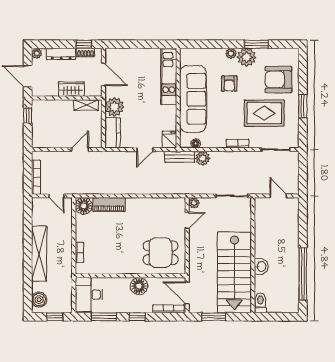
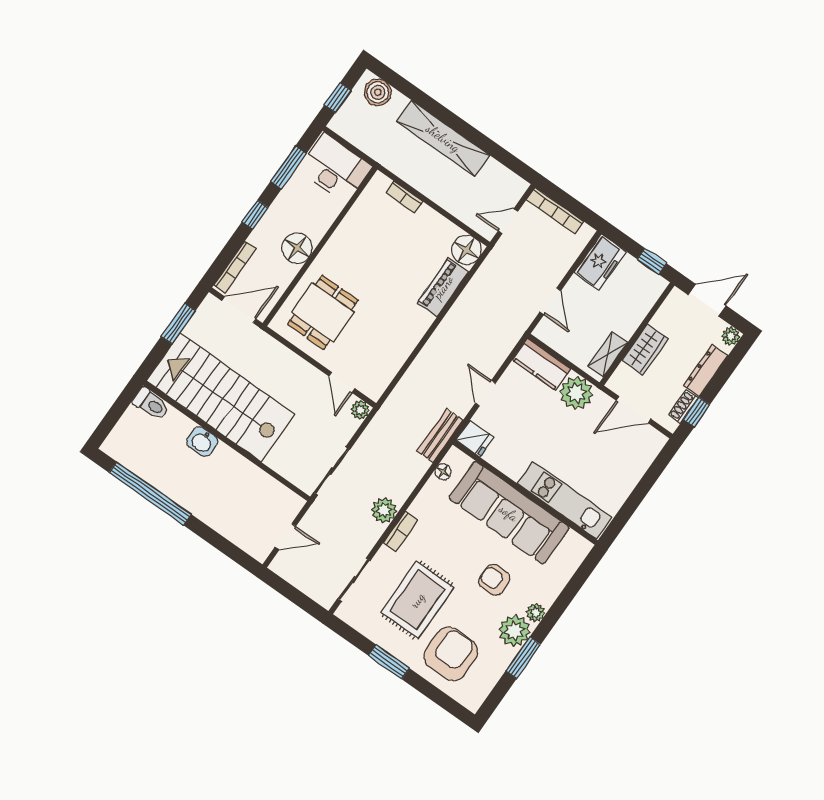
freezer: (45, 139) -> (600, 262), added
plant: (203, 158) -> (384, 510), moved

